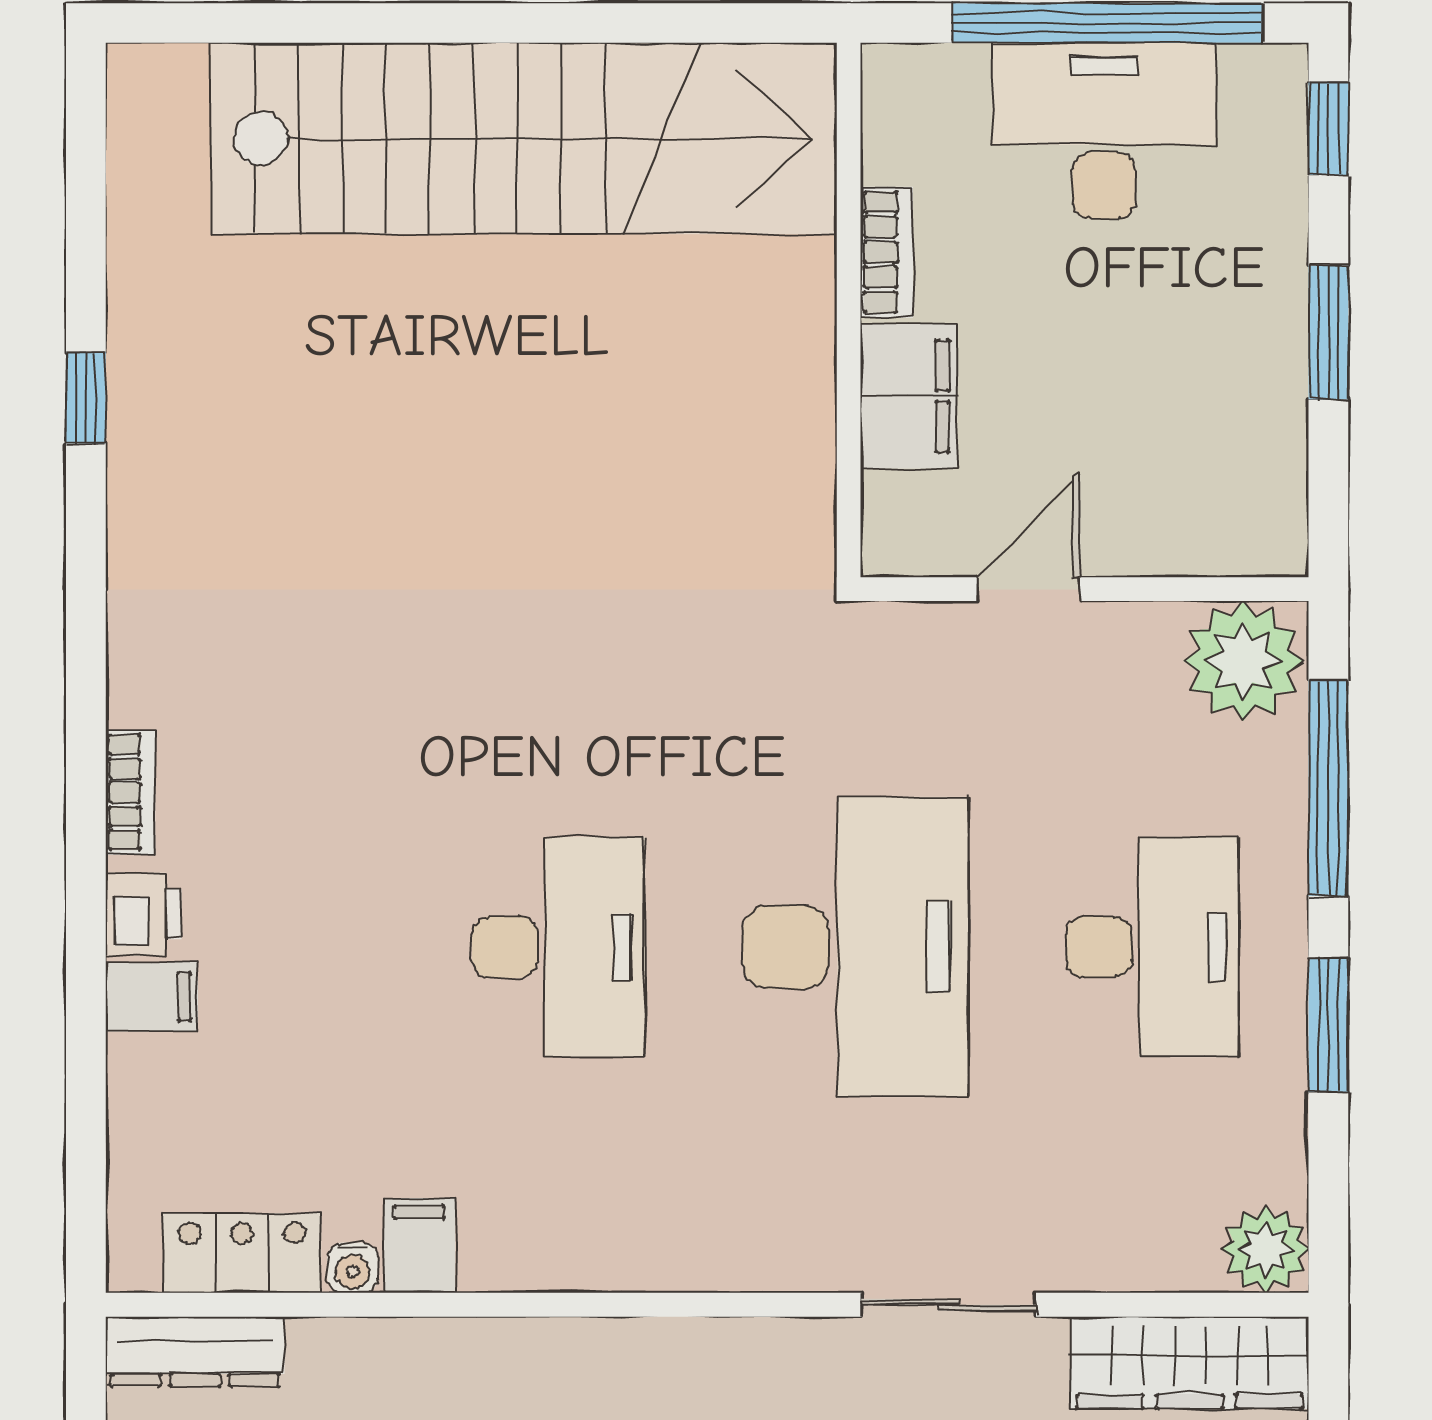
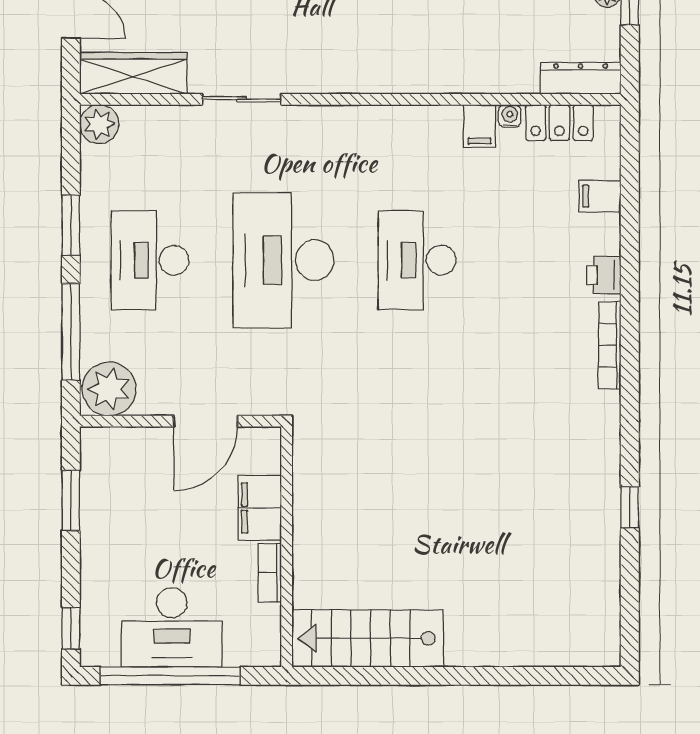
stairs: (524, 138) -> (368, 638), width x0.54, depth x0.66
window: (1328, 332) -> (71, 500), moved
door: (1029, 589) -> (206, 421), width x1.38
bookcase: (130, 793) -> (610, 345), width x1.56
filing cabinet: (152, 997) -> (600, 196), moved

